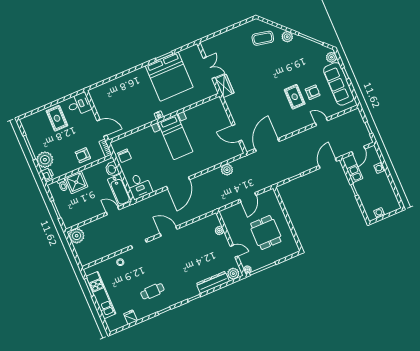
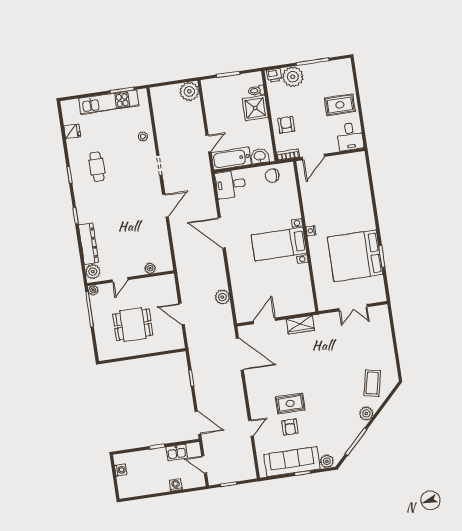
wardrobe: (225, 86) -> (300, 325), moved

